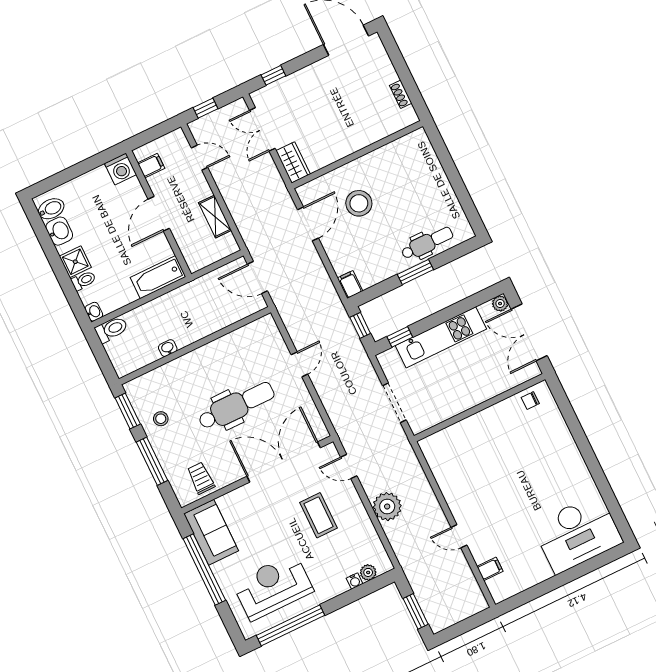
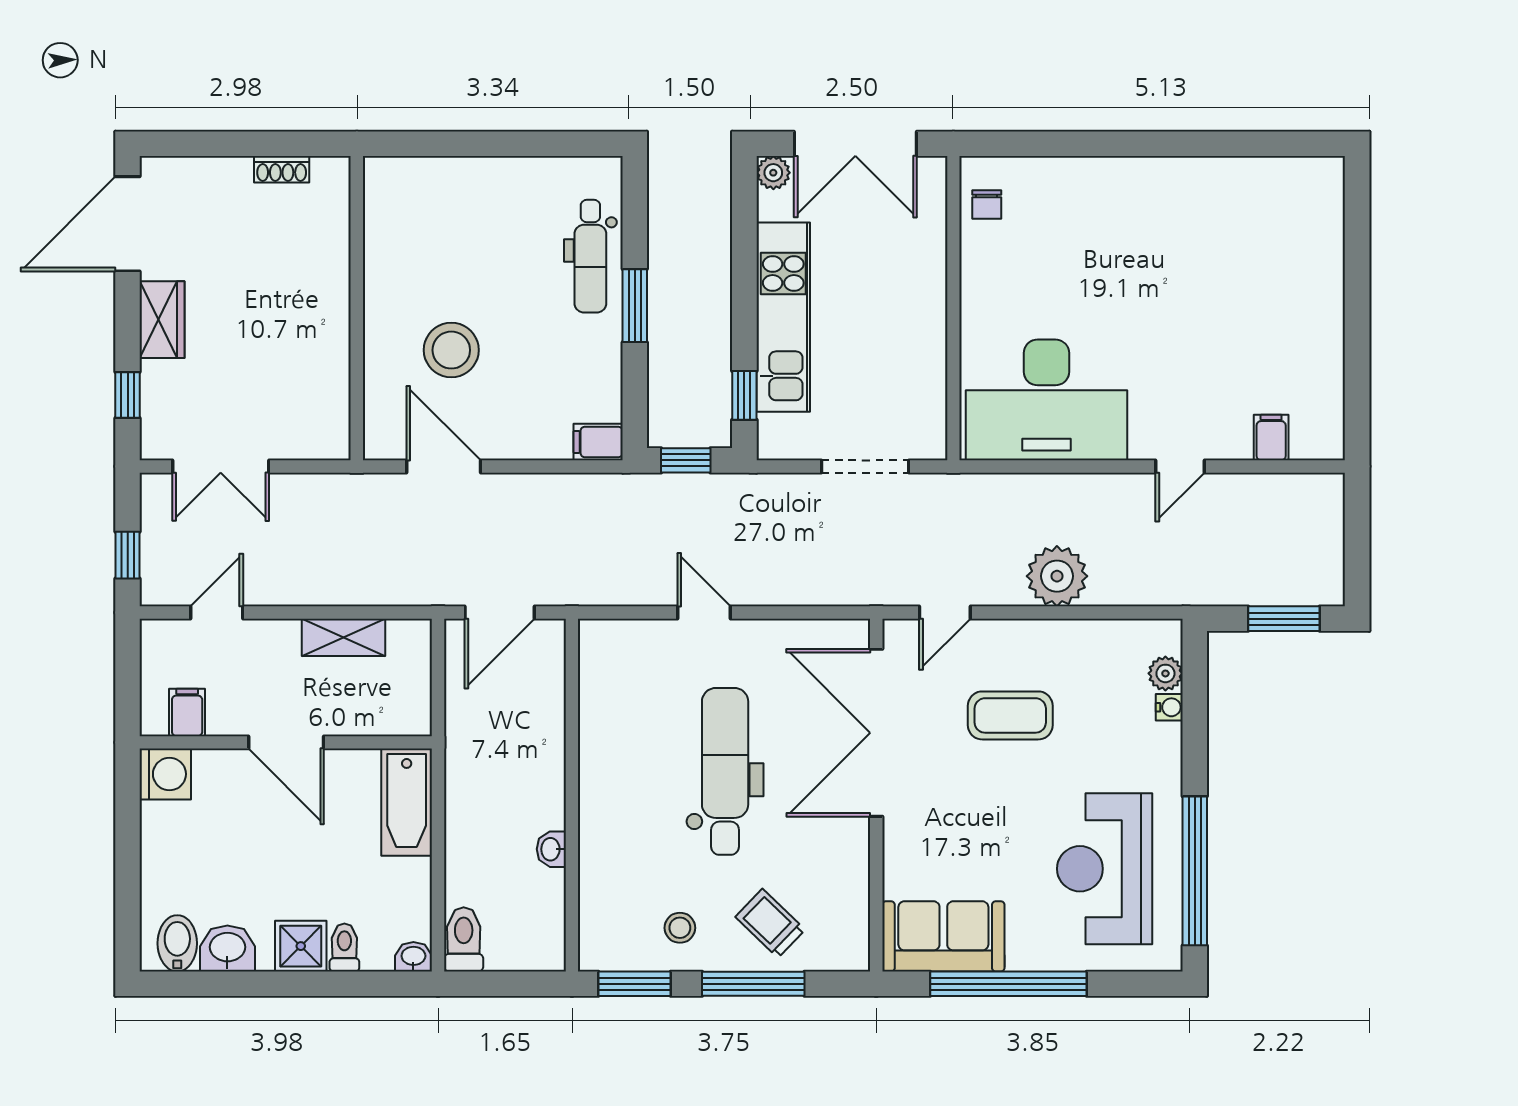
wardrobe: (293, 162) -> (162, 320), moved, turned 90
dental chair: (427, 243) -> (590, 256), turned 180
trolley: (201, 478) -> (770, 923), moved, turned 44
desk: (577, 534) -> (1046, 400), moved, turned 90

